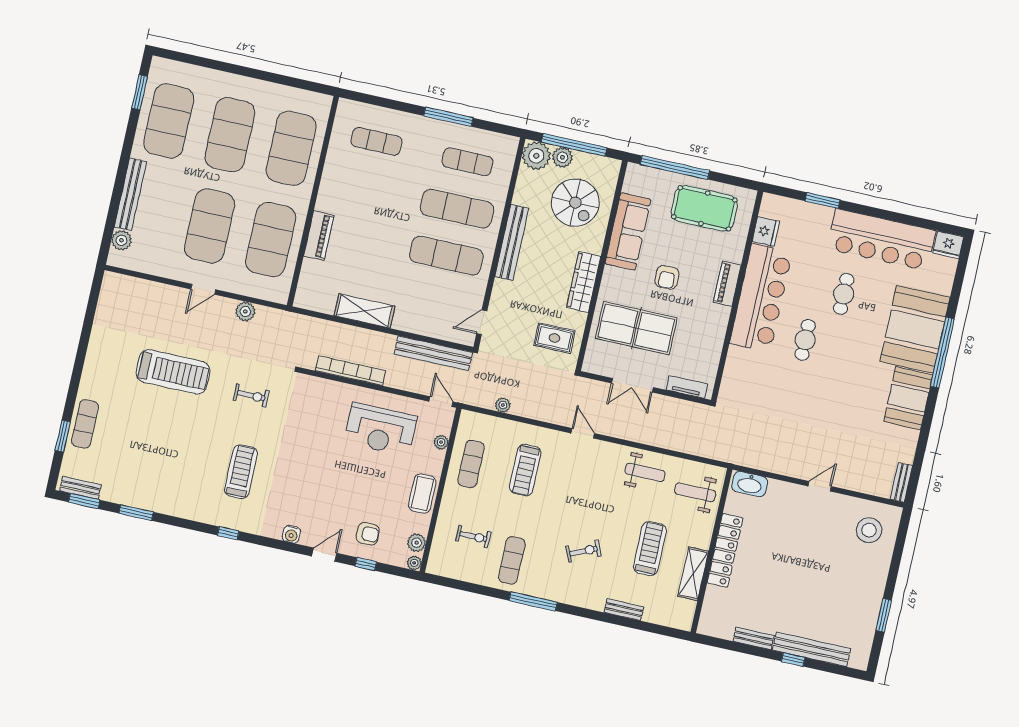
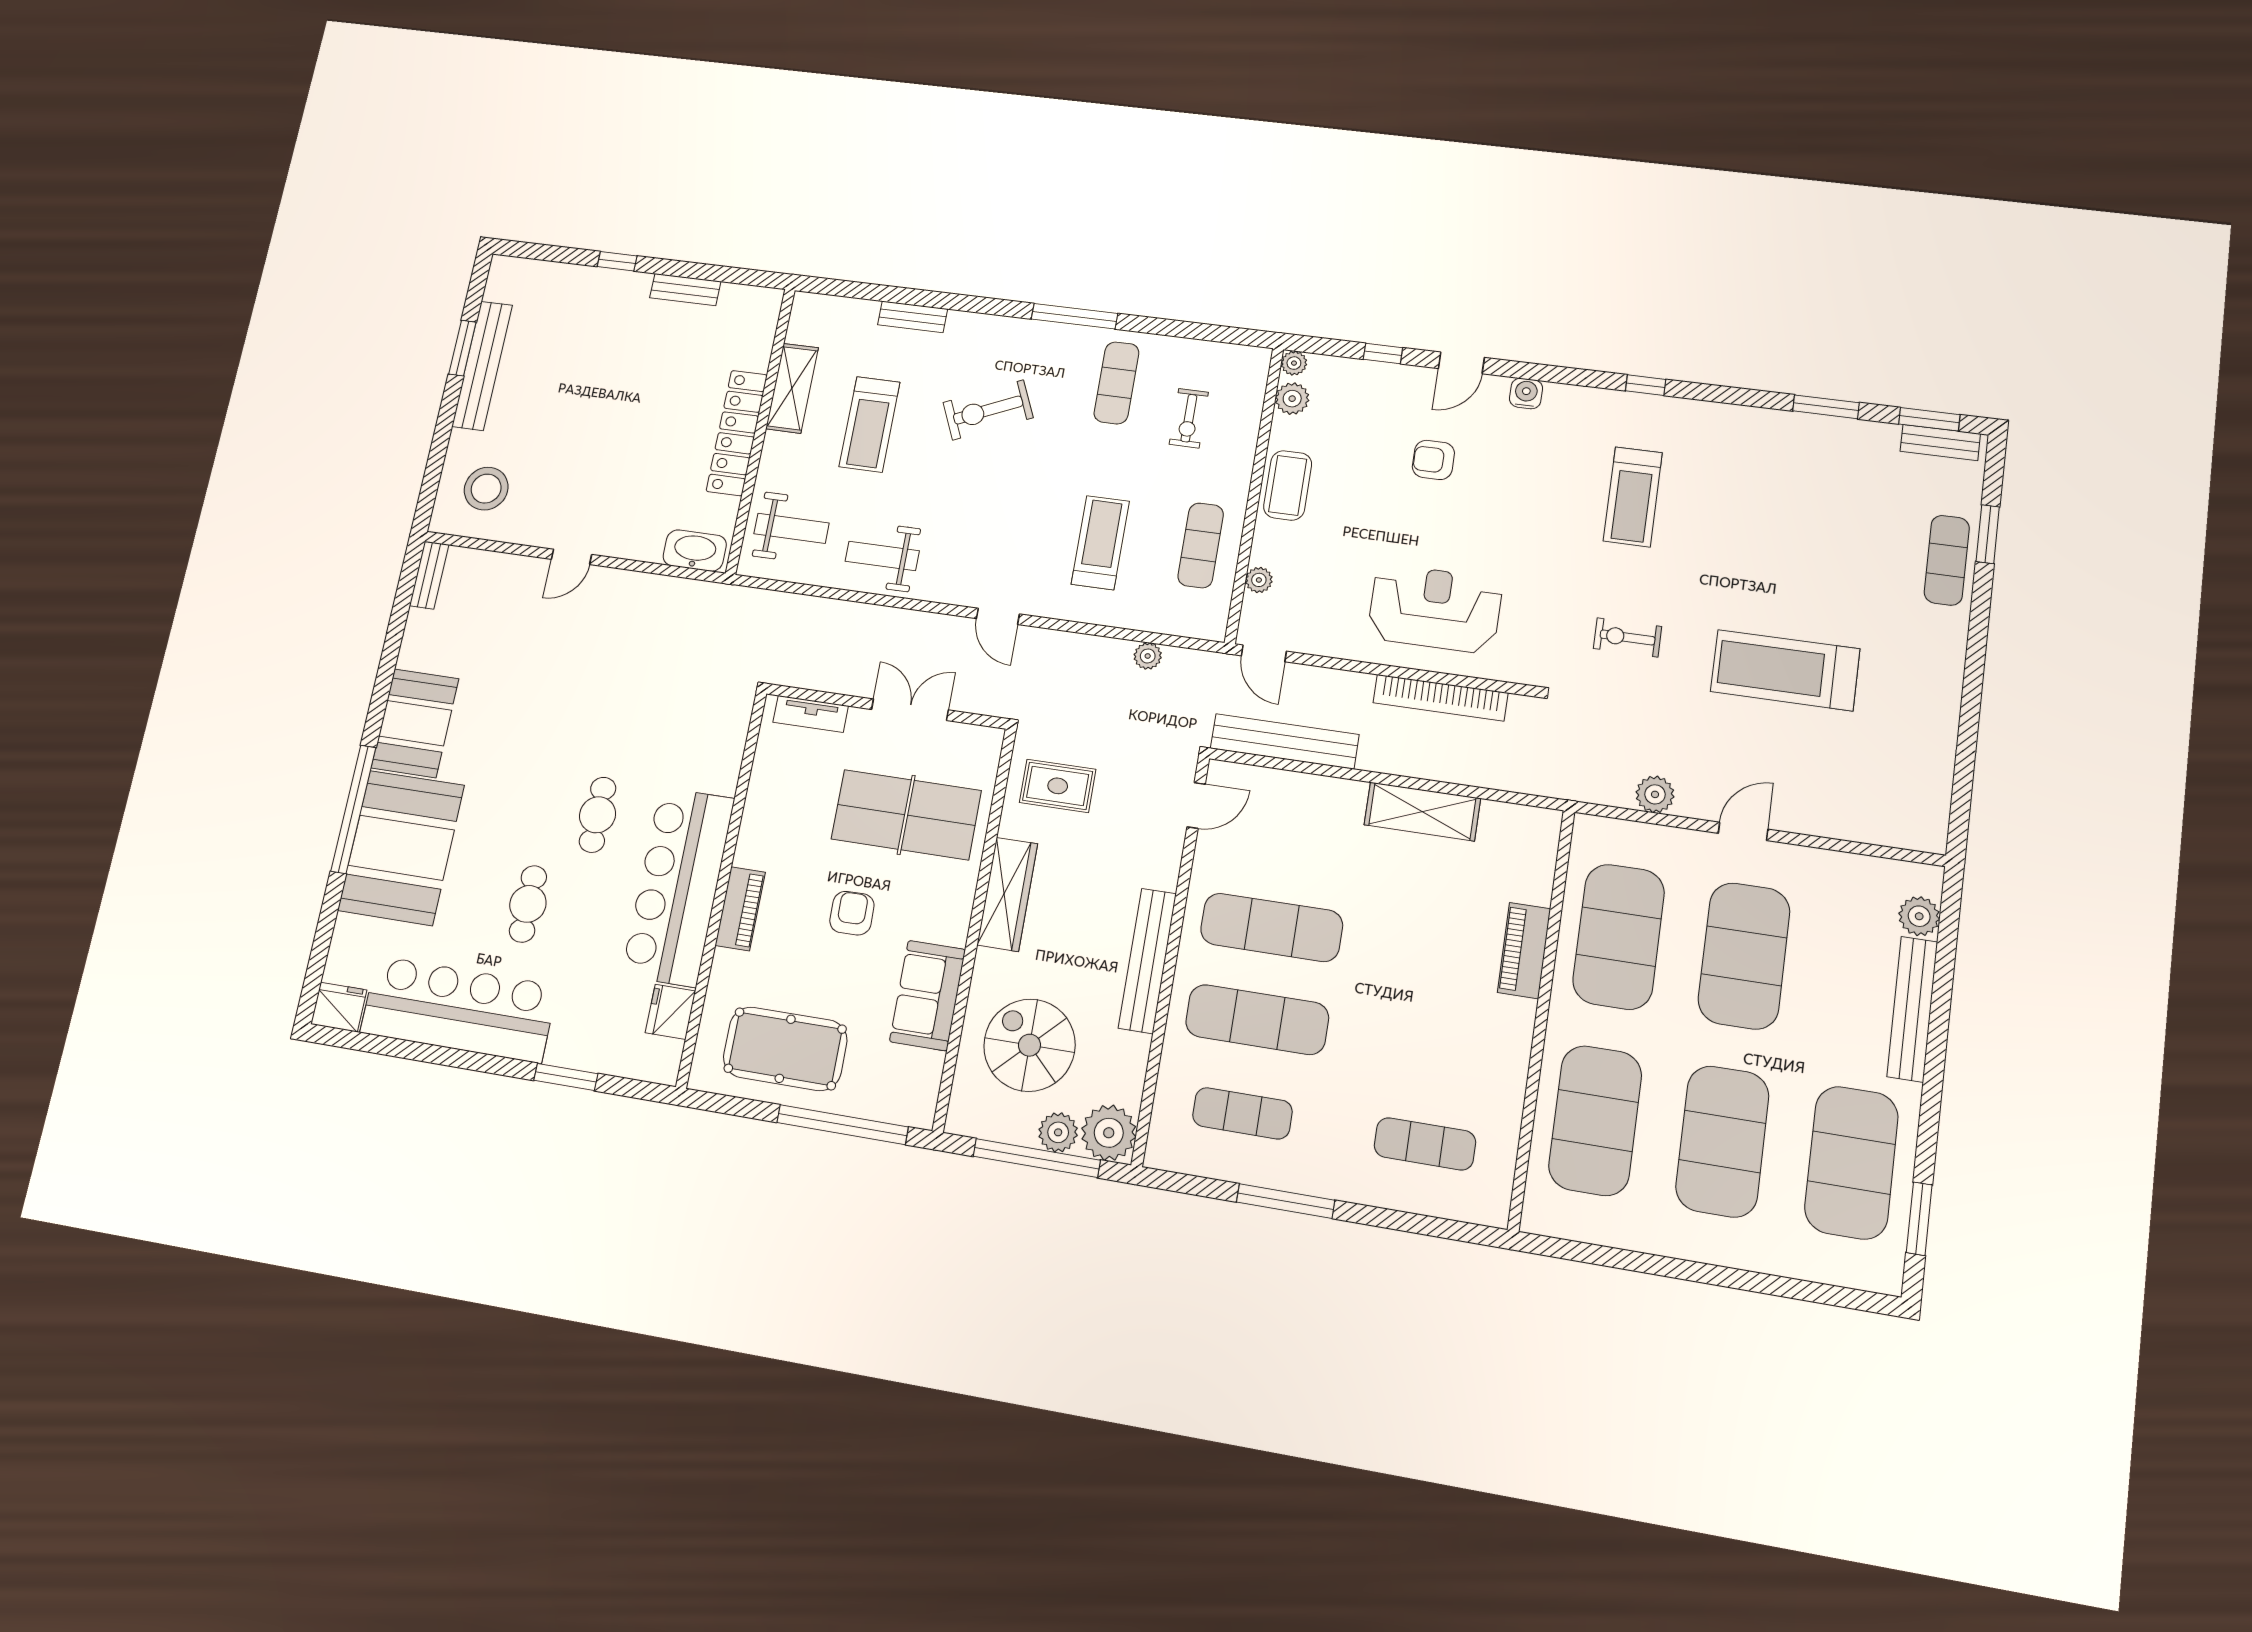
sofa: (628, 232) -> (928, 996), width x0.73
reception desk: (380, 429) -> (1435, 609), moved
armchair: (368, 534) -> (1433, 460), moved
exercise bike: (473, 536) -> (1189, 418), turned -90
exercise bike: (583, 551) -> (988, 410), width x1.38, depth x1.39
bench: (812, 649) -> (482, 366), moved, turned 90

